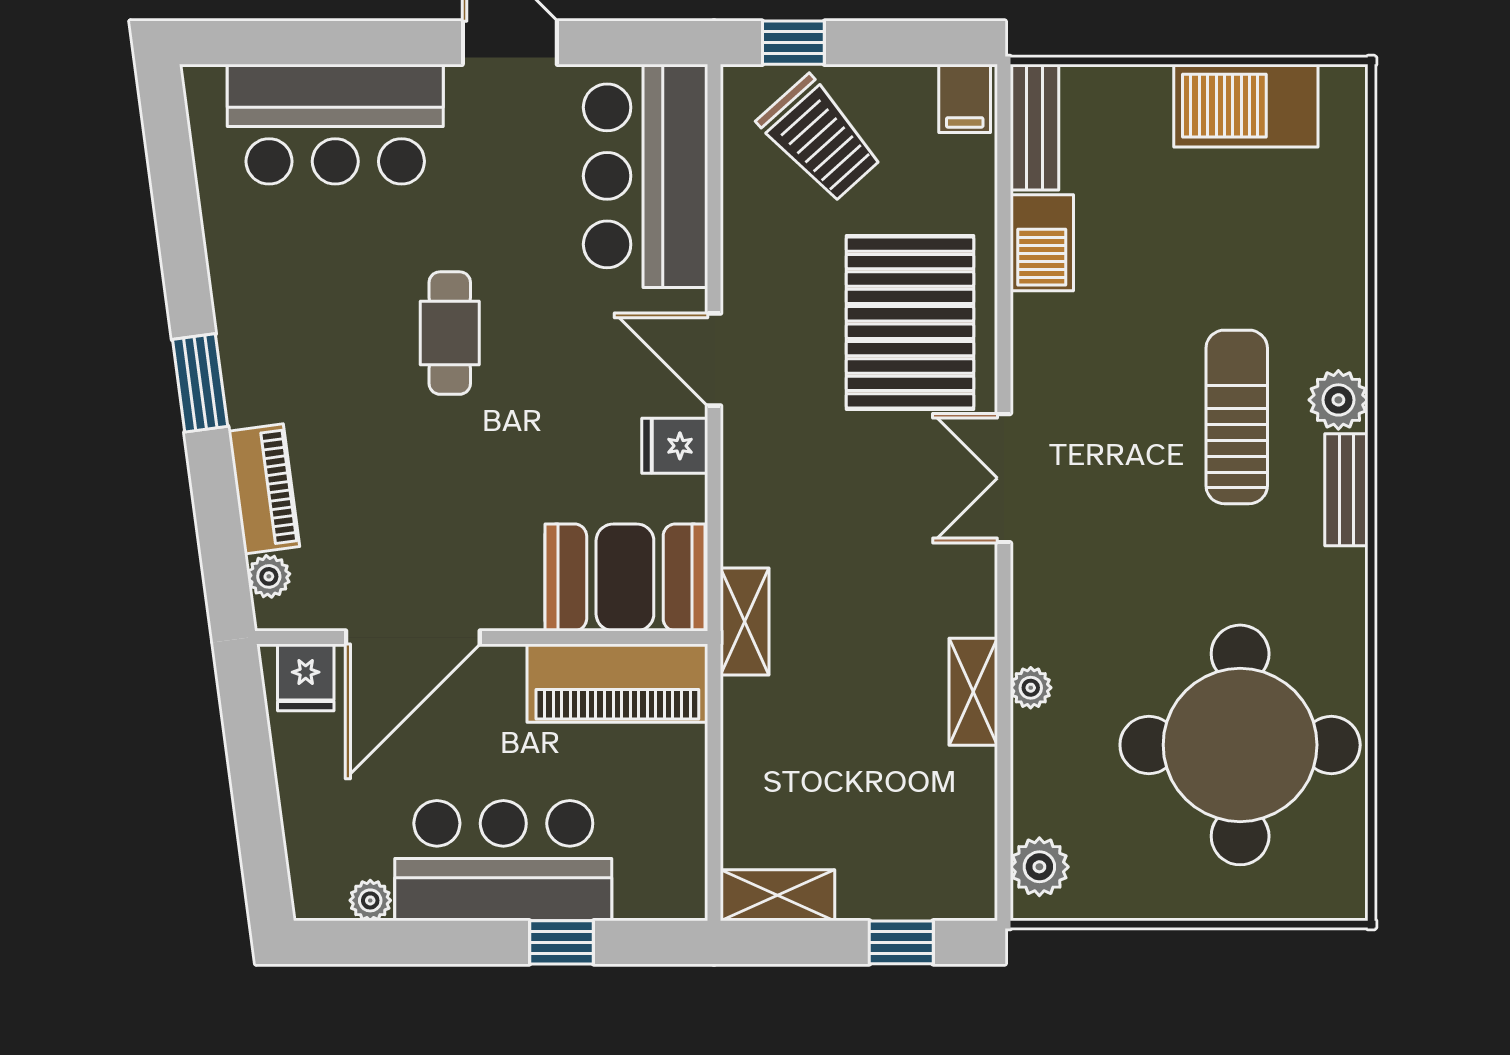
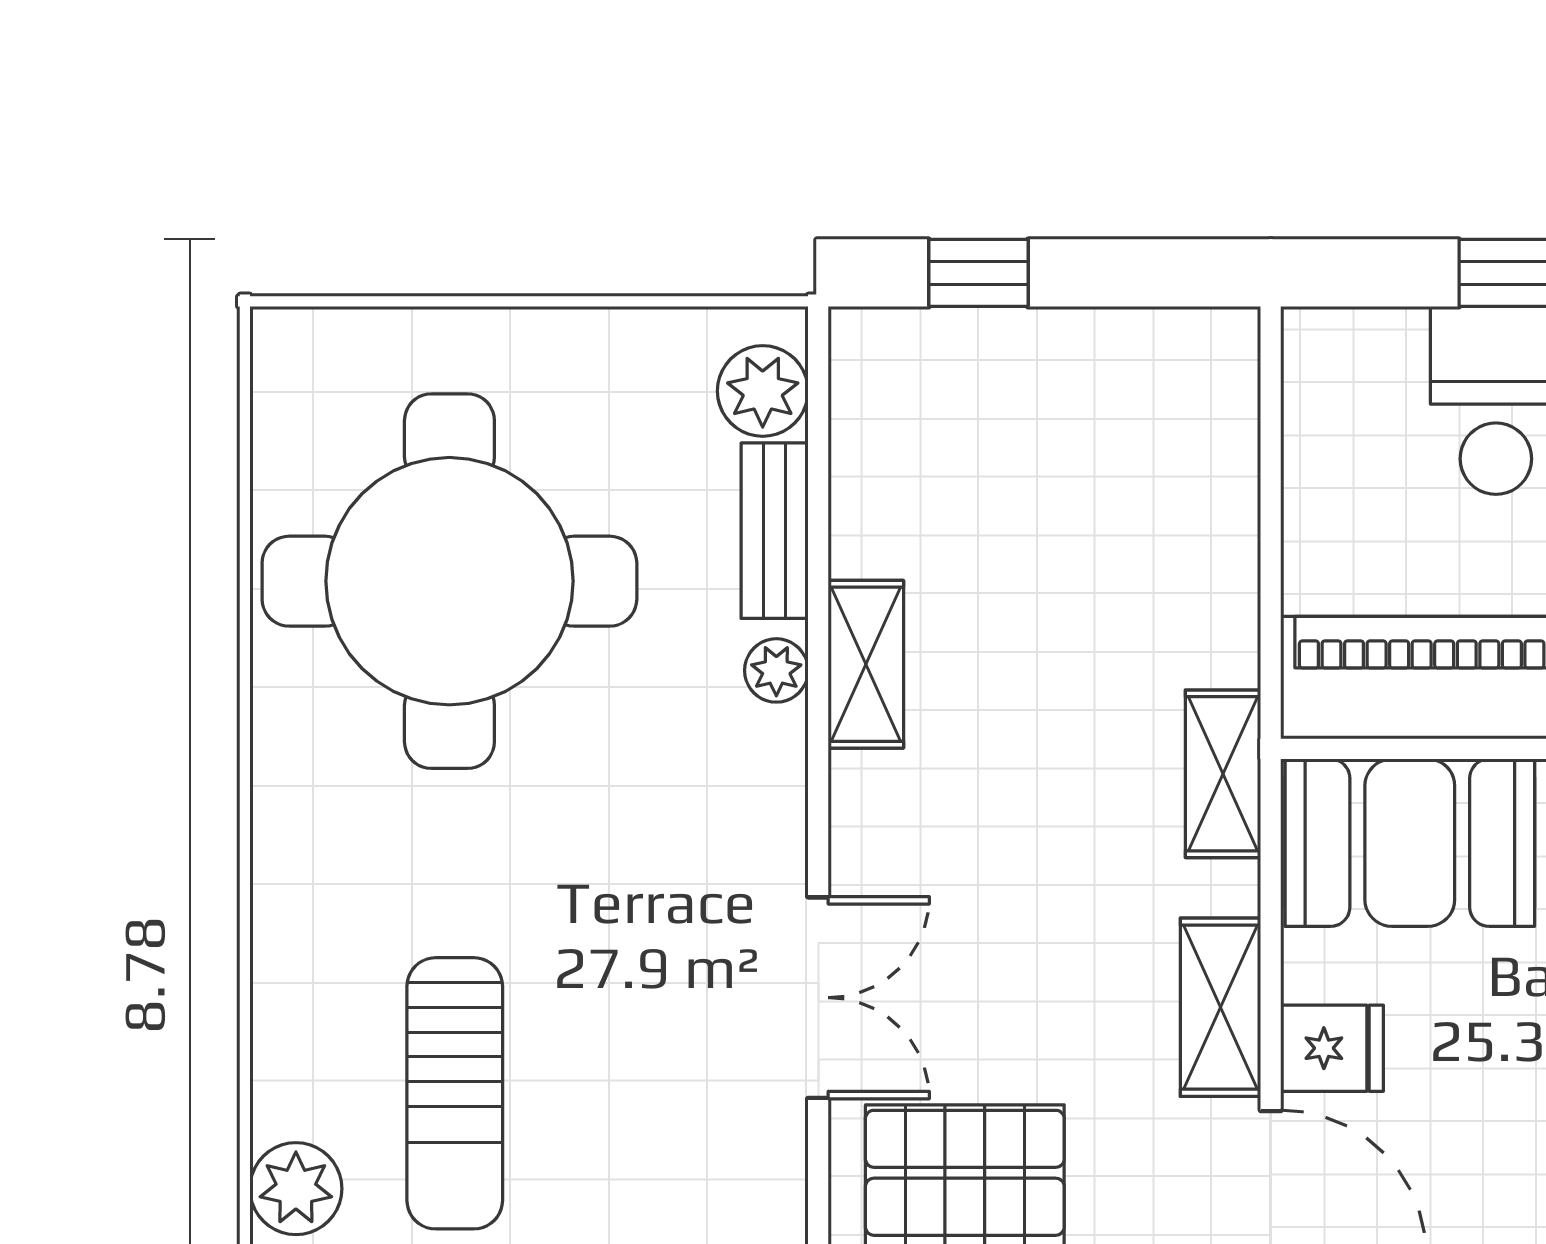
plant: (1338, 400) -> (296, 1189), moved
bench: (1346, 490) -> (775, 531), moved
shelving: (778, 895) -> (1220, 1007), moved, turned 90

